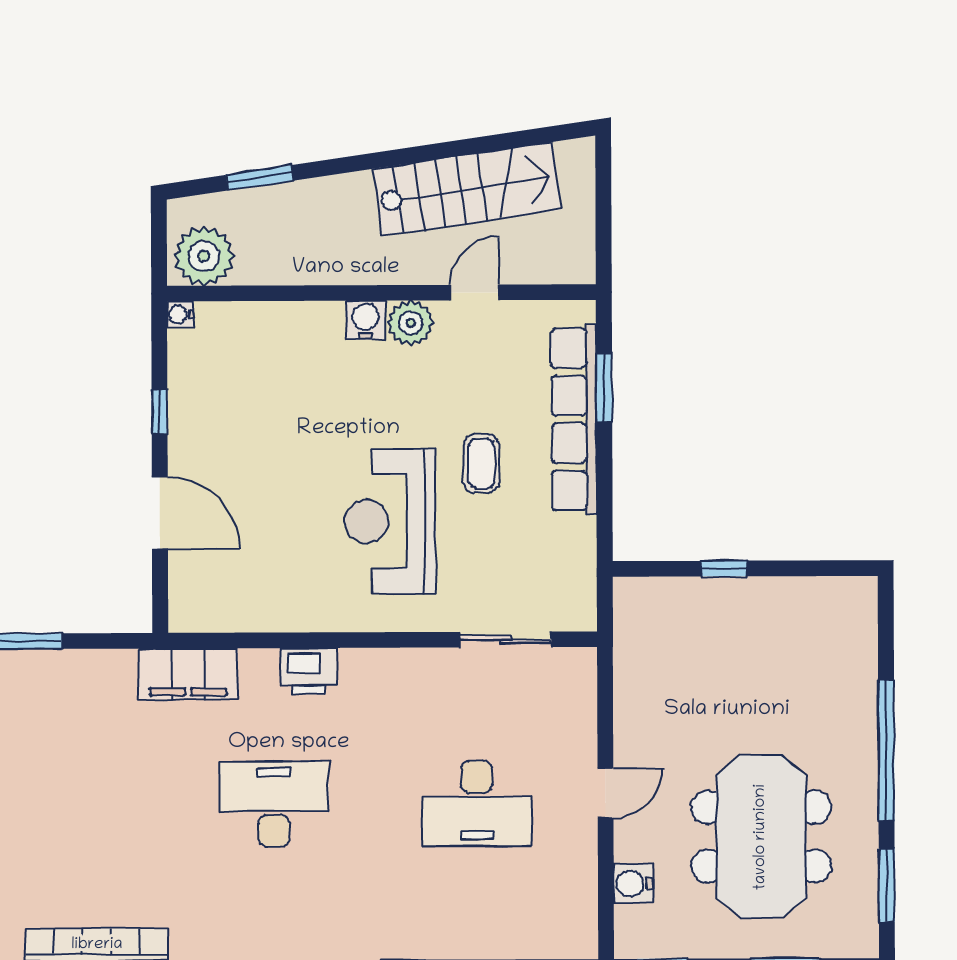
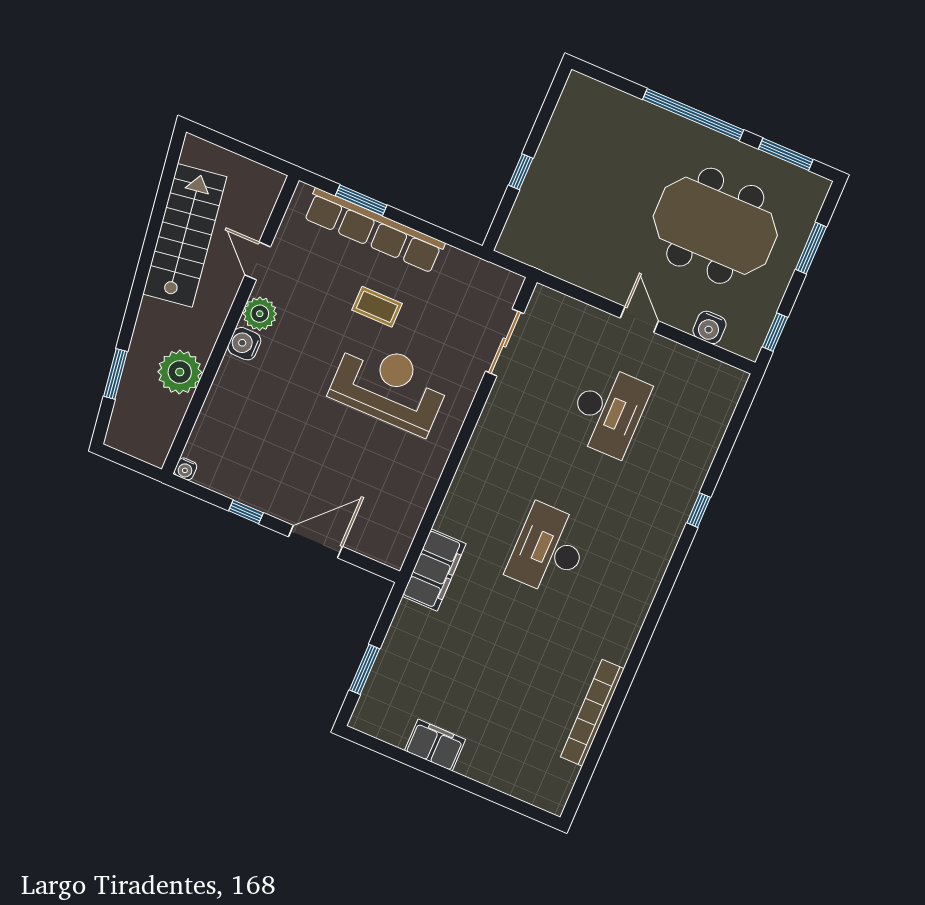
plant: (204, 256) -> (180, 372), moved
reception desk: (390, 521) -> (390, 387), turned 180
printer: (309, 671) -> (468, 487), removed

